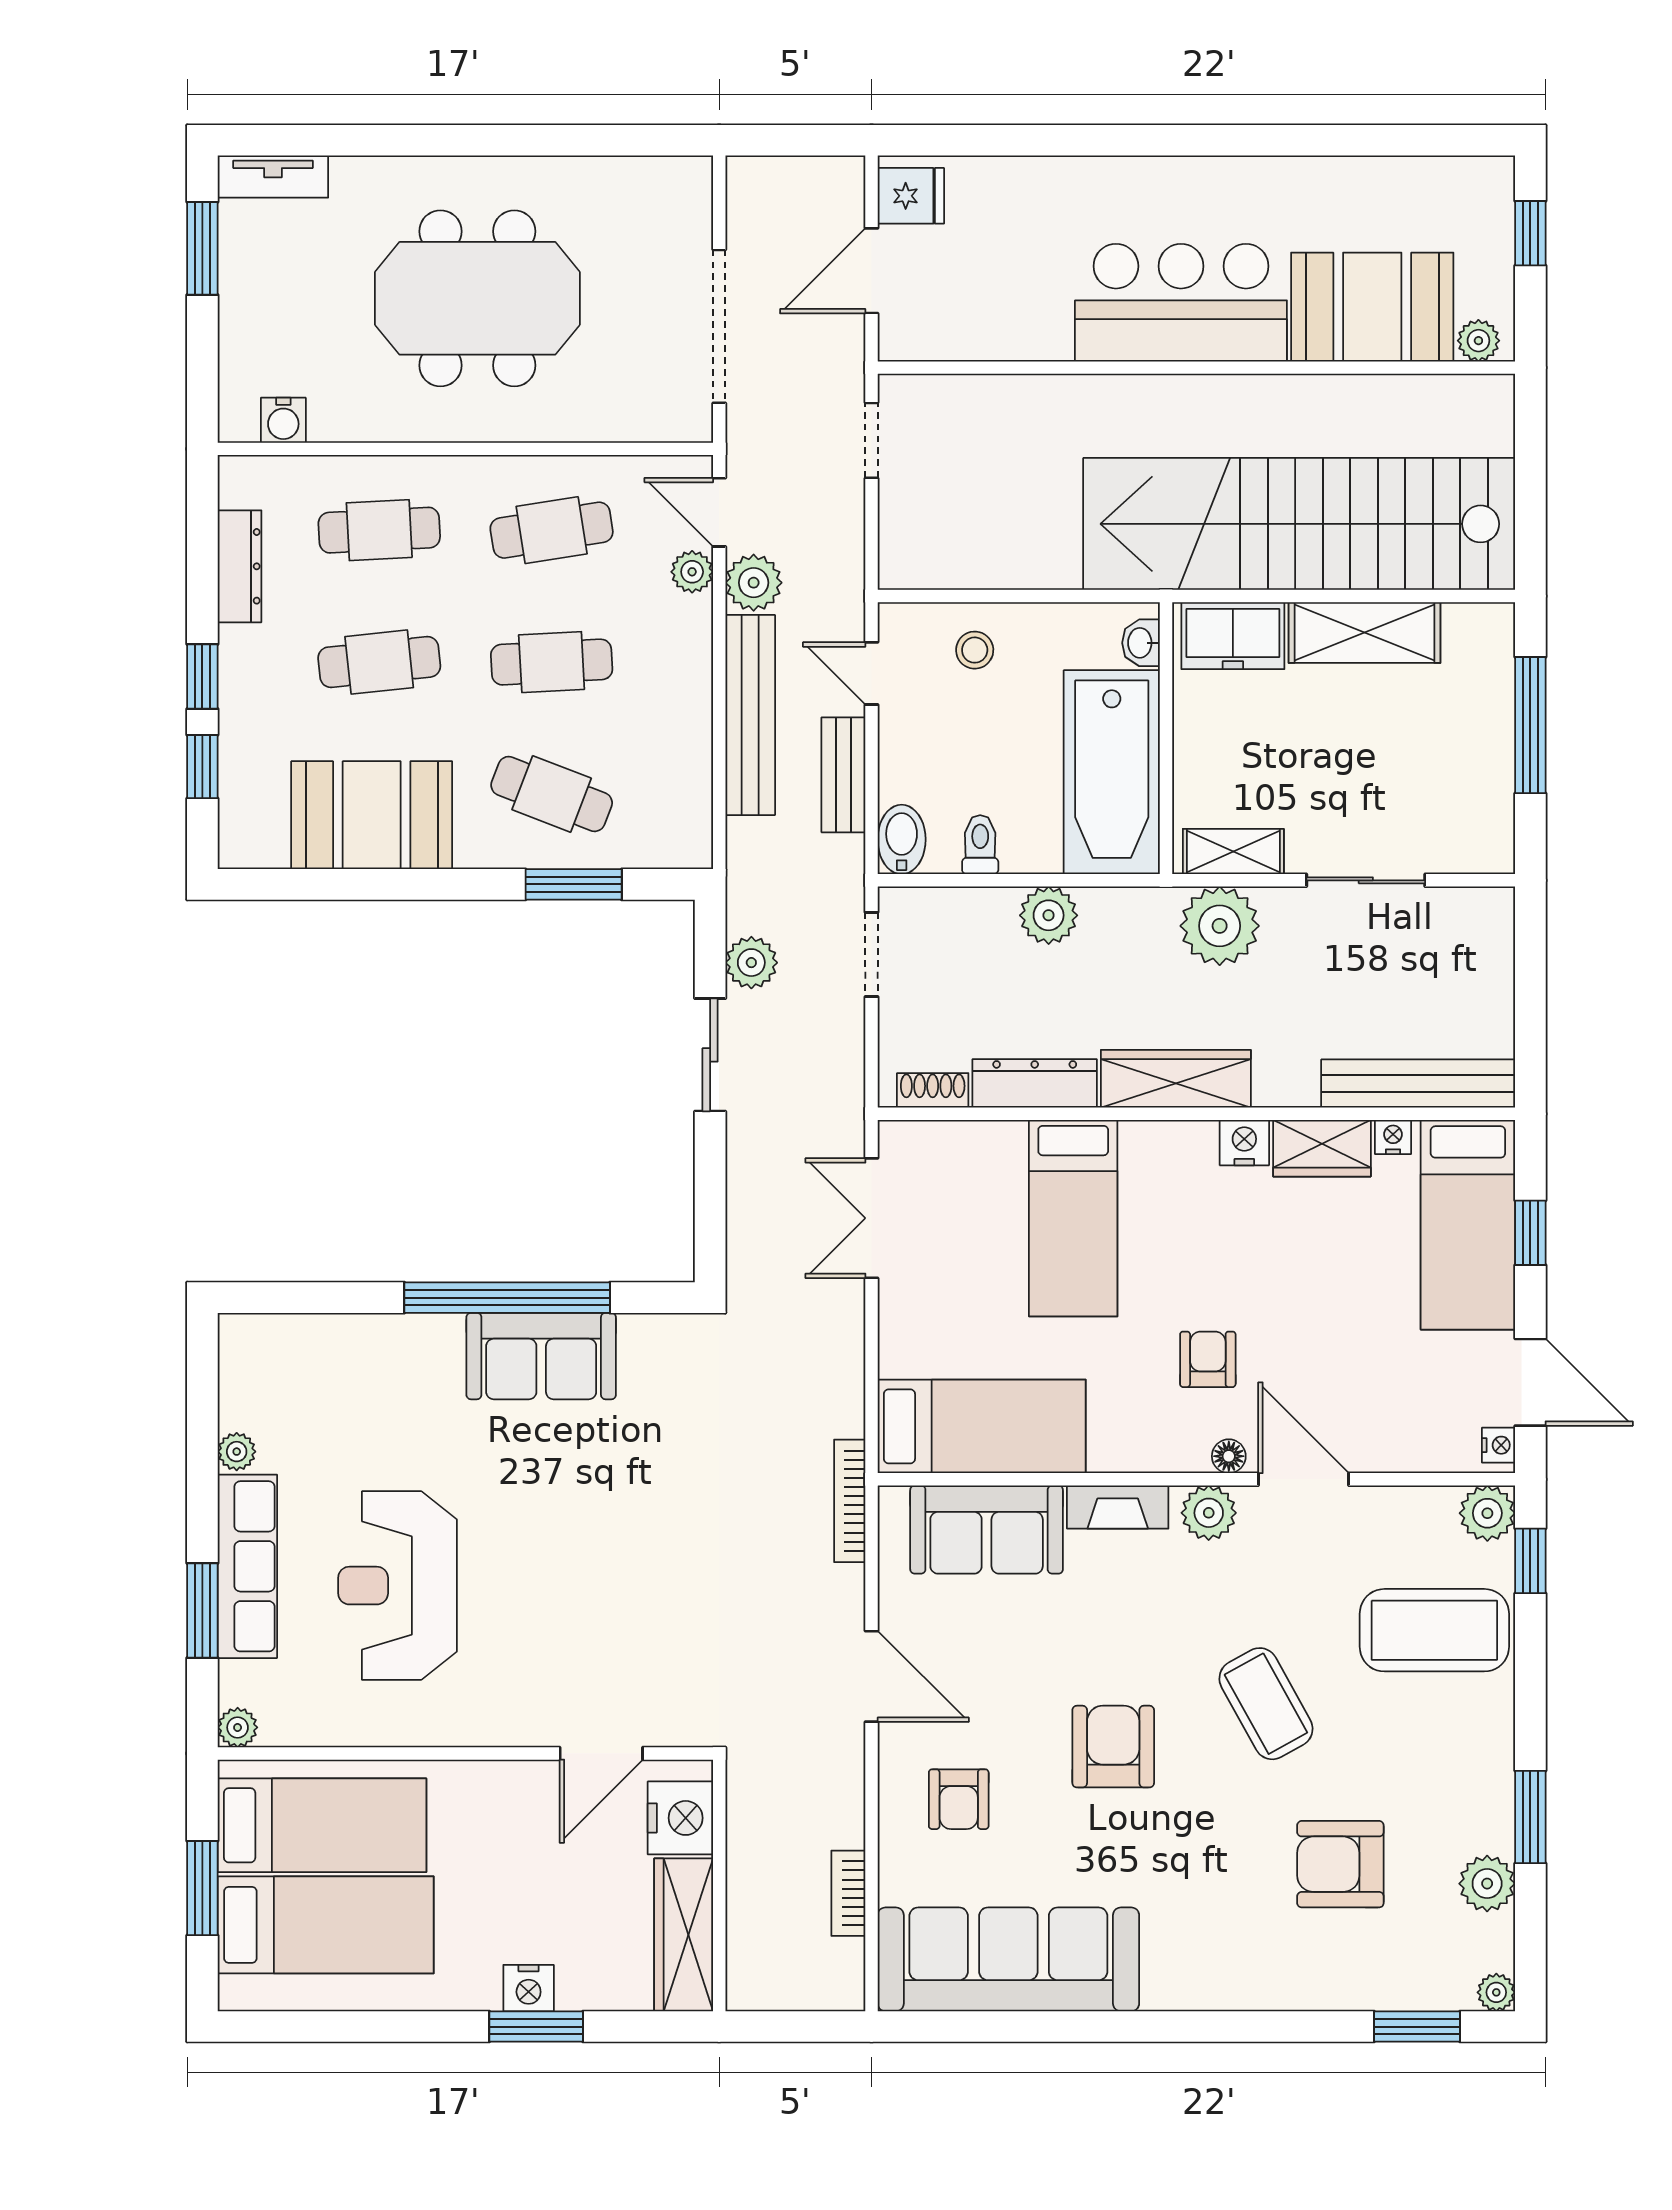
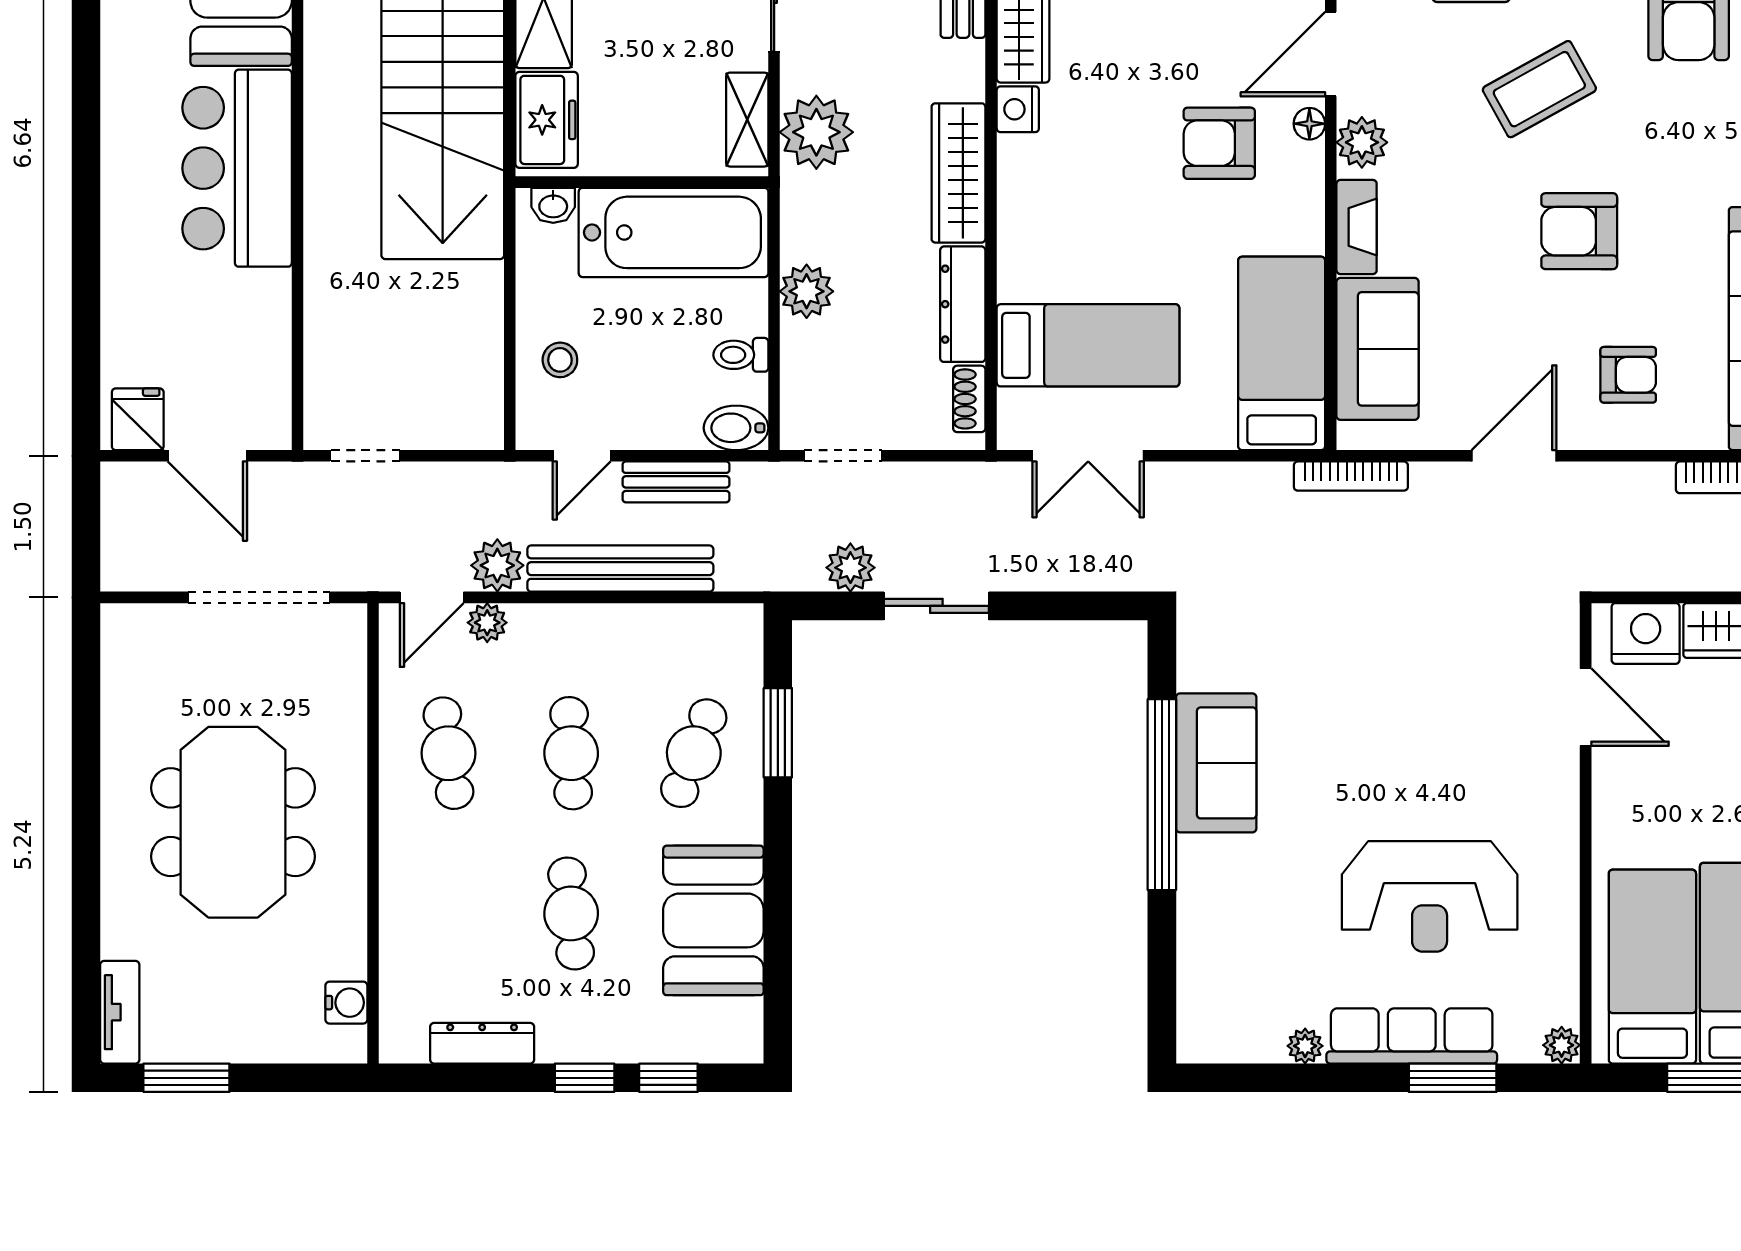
cafe table: (379, 530) -> (448, 913), removed
bed: (1073, 1218) -> (1088, 345), moved
armchair: (1208, 1359) -> (1219, 143), width x1.38, depth x1.38

